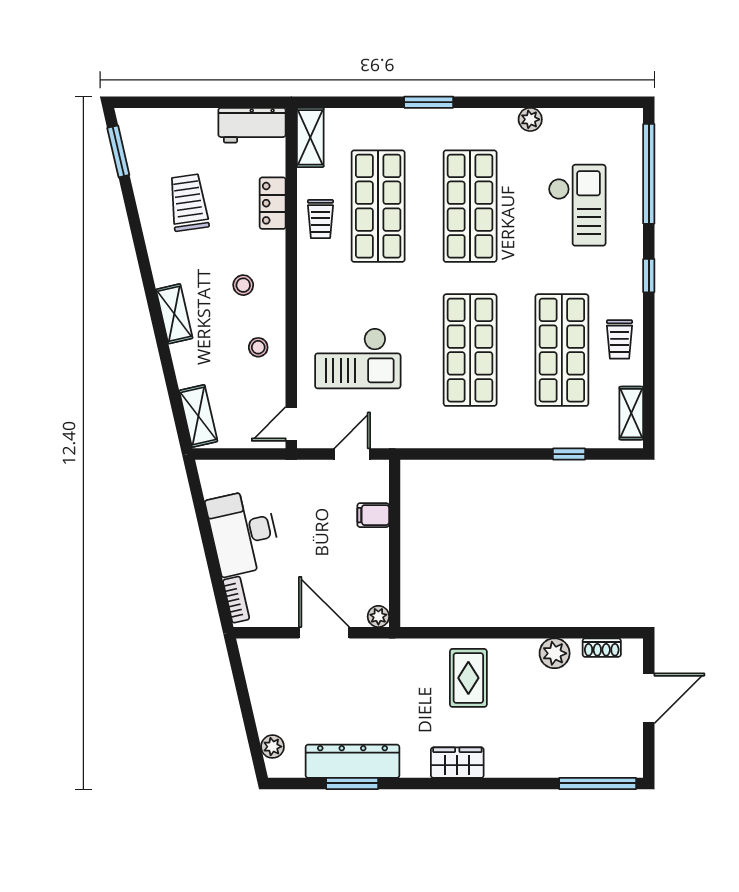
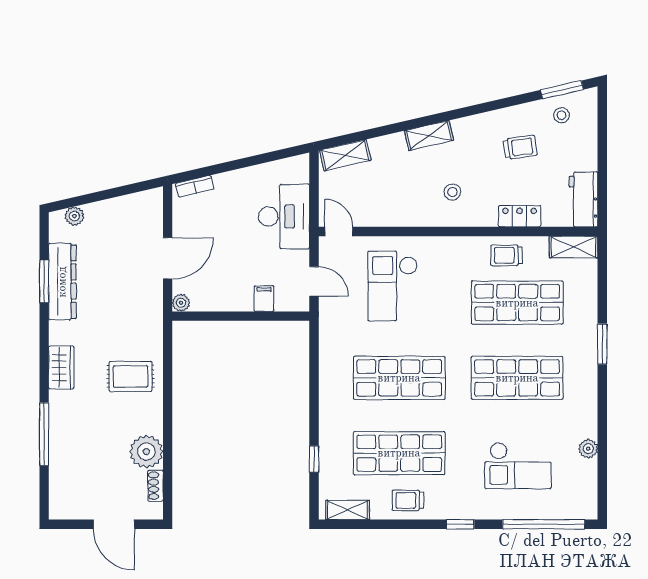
plant: (530, 119) -> (588, 449), moved
trolley: (189, 203) -> (520, 147), width x0.73, depth x0.72
stool: (258, 347) -> (562, 115), moved
desk: (243, 532) -> (284, 216), moved, turned 103
plant: (555, 653) -> (146, 452), width x1.36, depth x1.36
window: (598, 783) -> (44, 434), moved

